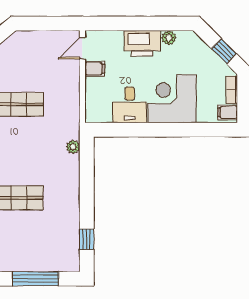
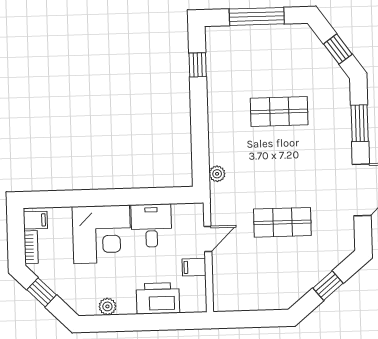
printer: (142, 43) -> (158, 298), moved
door: (82, 48) -> (208, 239), moved

